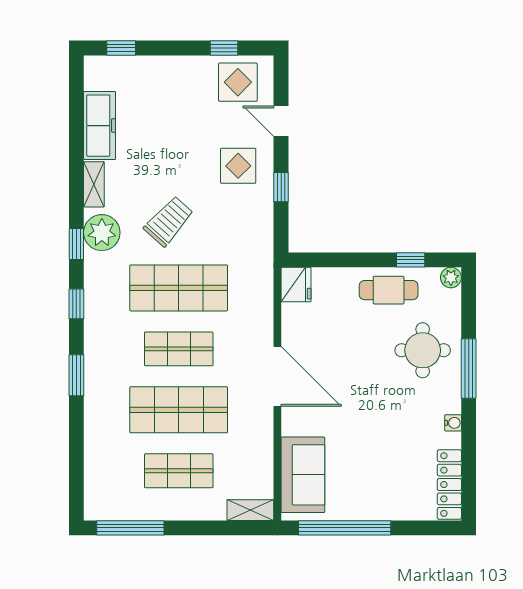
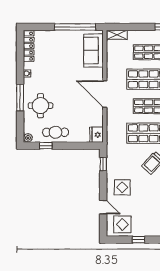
window: (224, 48) -> (139, 240), moved
window: (281, 187) -> (103, 164), moved

